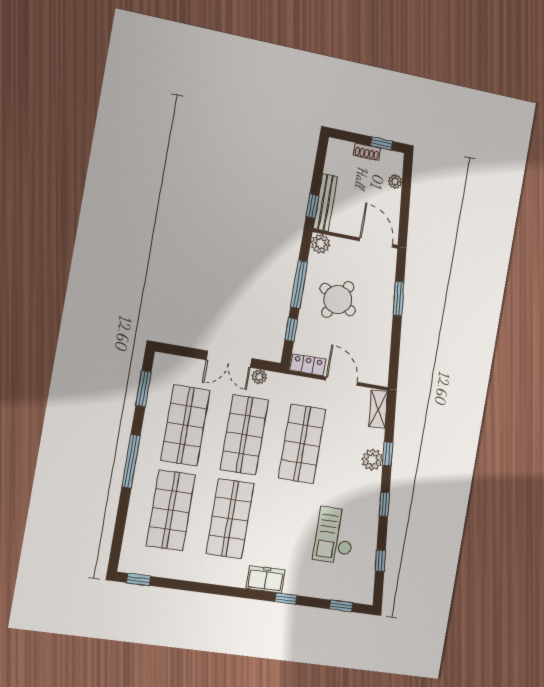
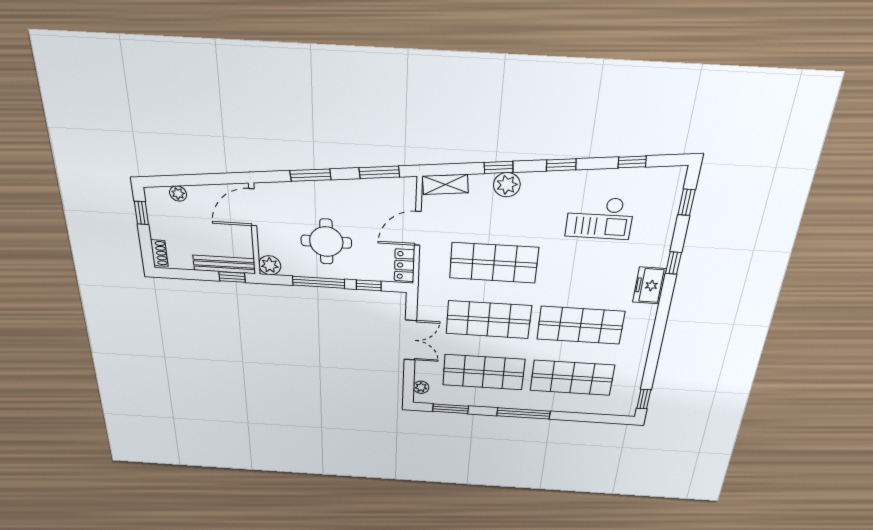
shoe rack: (367, 152) -> (159, 253), moved
round table: (338, 300) -> (326, 242), turned -31
window: (394, 356) -> (379, 172), added
plant: (259, 377) -> (421, 387), moved

